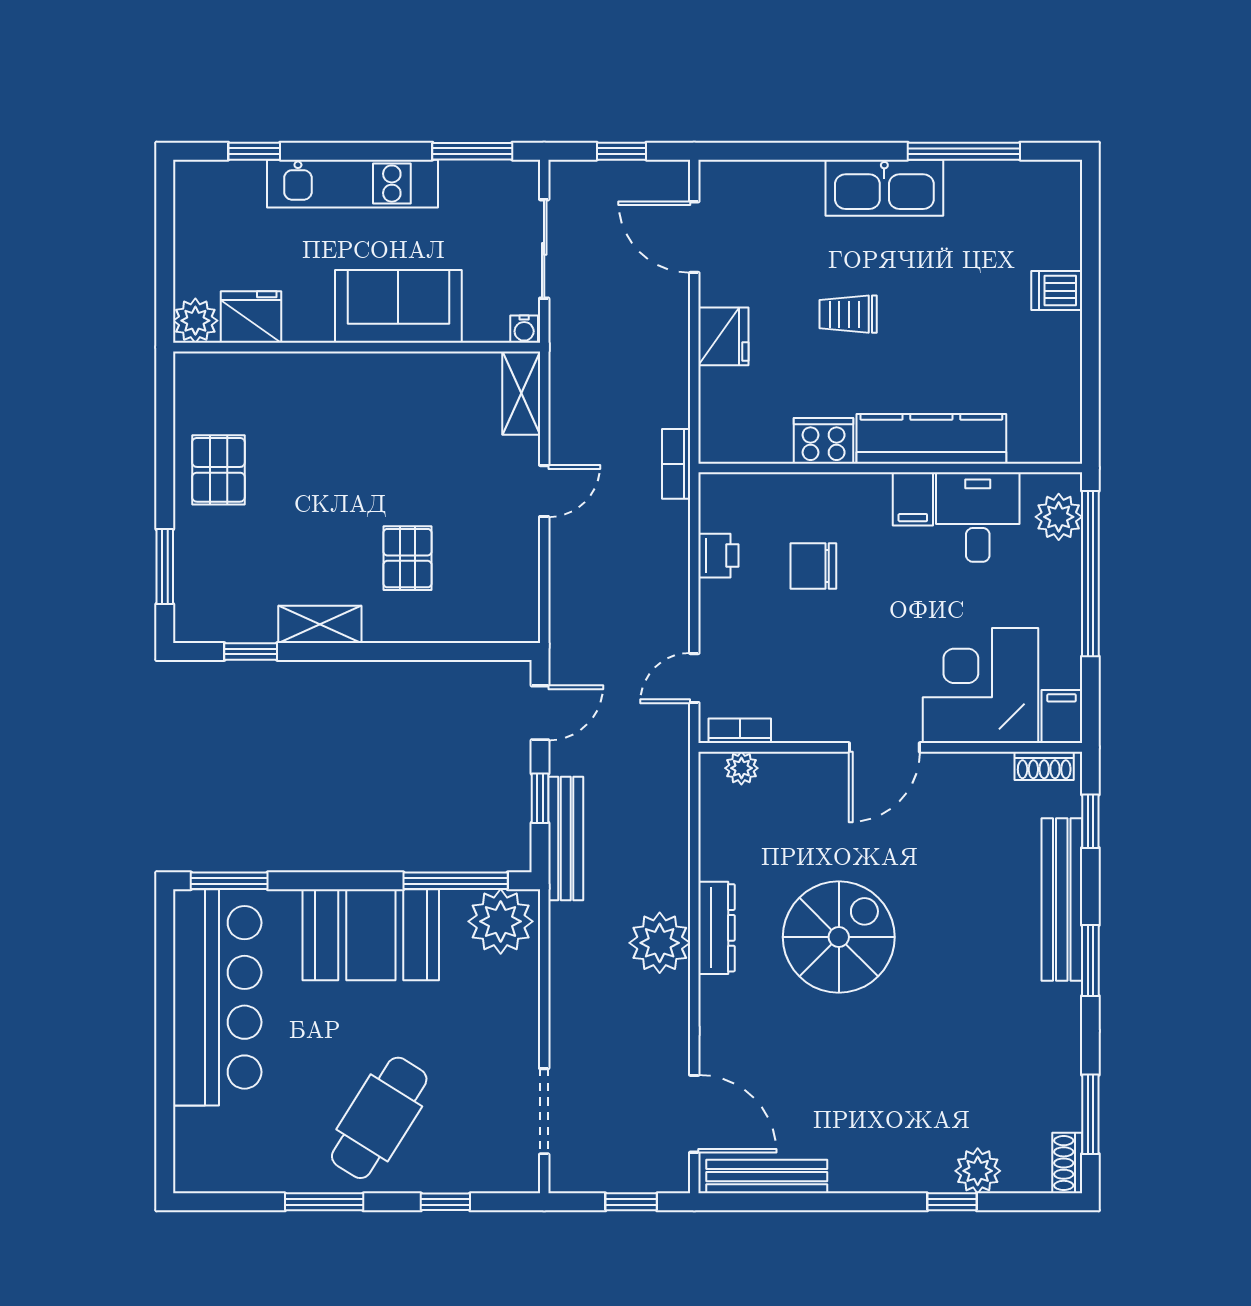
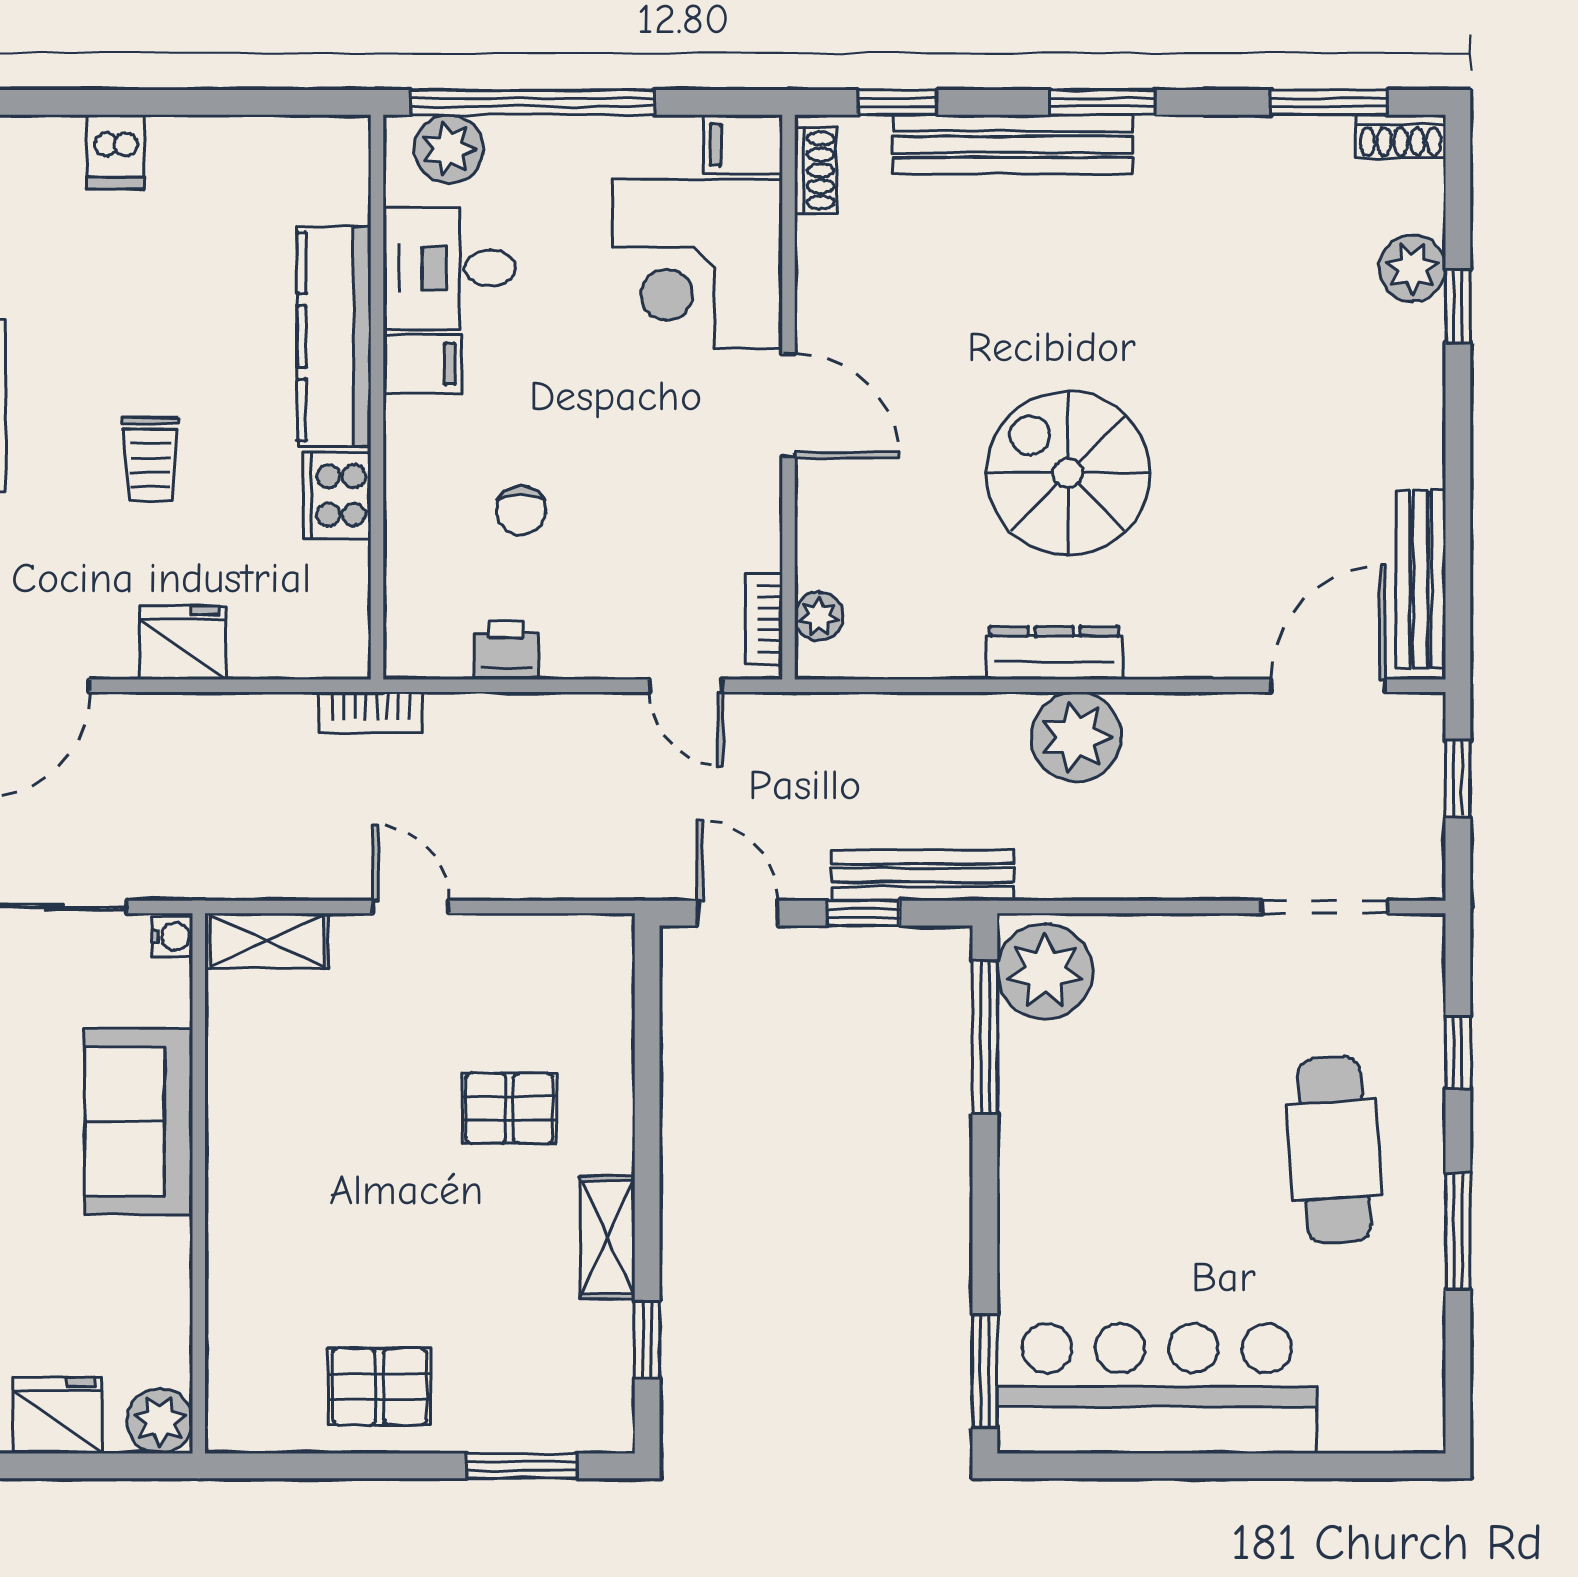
fridge: (251, 317) -> (58, 1415), moved, turned 90
chair: (813, 566) -> (521, 510), width x0.73, depth x0.73
booth: (371, 935) -> (1065, 1162), removed
cafe table: (379, 1118) -> (1334, 1150), turned 54

